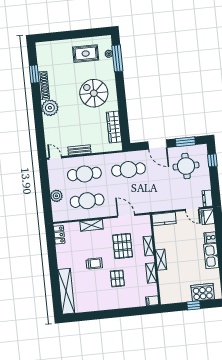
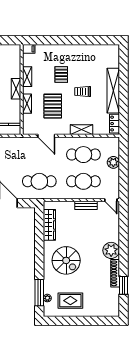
shelving: (66, 291) -> (113, 91), moved

